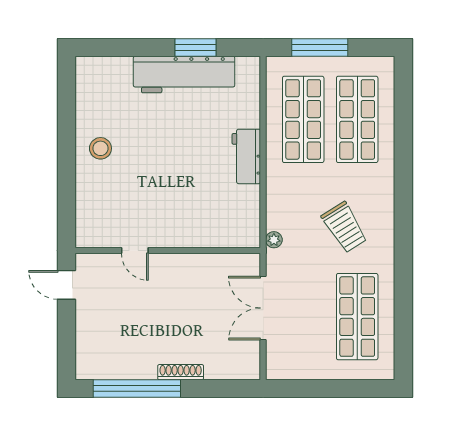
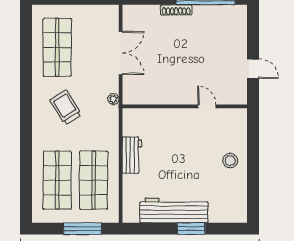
window: (195, 47) -> (191, 229), moved
door: (135, 250) -> (207, 106), moved
wall: (168, 250) -> (185, 106), moved

